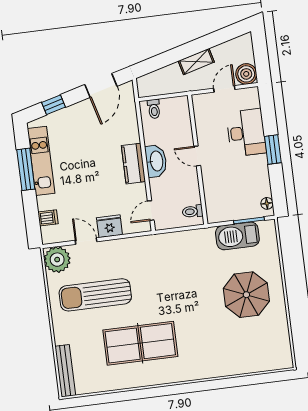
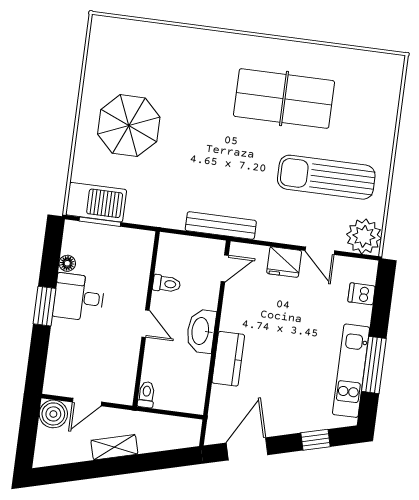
toilet: (154, 109) -> (146, 395), moved
desk: (246, 133) -> (79, 297), moved, width x0.73
kitchen counter: (133, 164) -> (228, 359), moved
floor lamp: (267, 203) -> (67, 263), moved
toilet: (193, 211) -> (167, 284), moved
barbecue: (237, 236) -> (96, 202), moved
sun lounger: (95, 295) -> (326, 177), turned 180
bench: (65, 371) -> (221, 226), moved, turned 90

